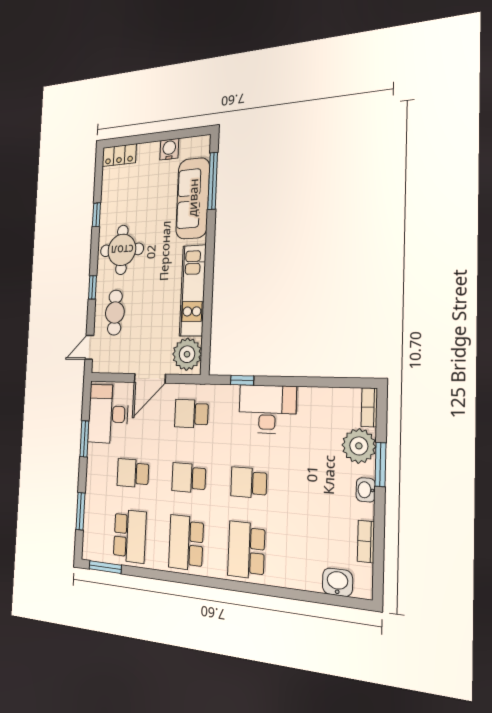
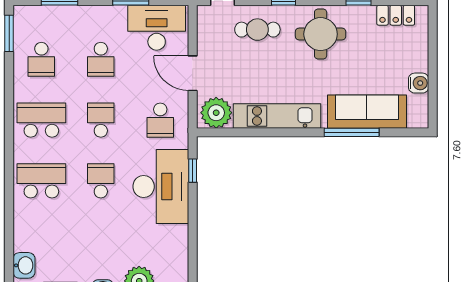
locker: (119, 155) -> (396, 15), moved, turned -90
window: (213, 181) -> (352, 132), moved
desk: (267, 409) -> (161, 187), width x1.36, depth x1.30
school desk: (191, 414) -> (160, 120), turned 180
school desk: (133, 473) -> (101, 59), turned 180
school desk: (130, 536) -> (41, 59), width x0.54

